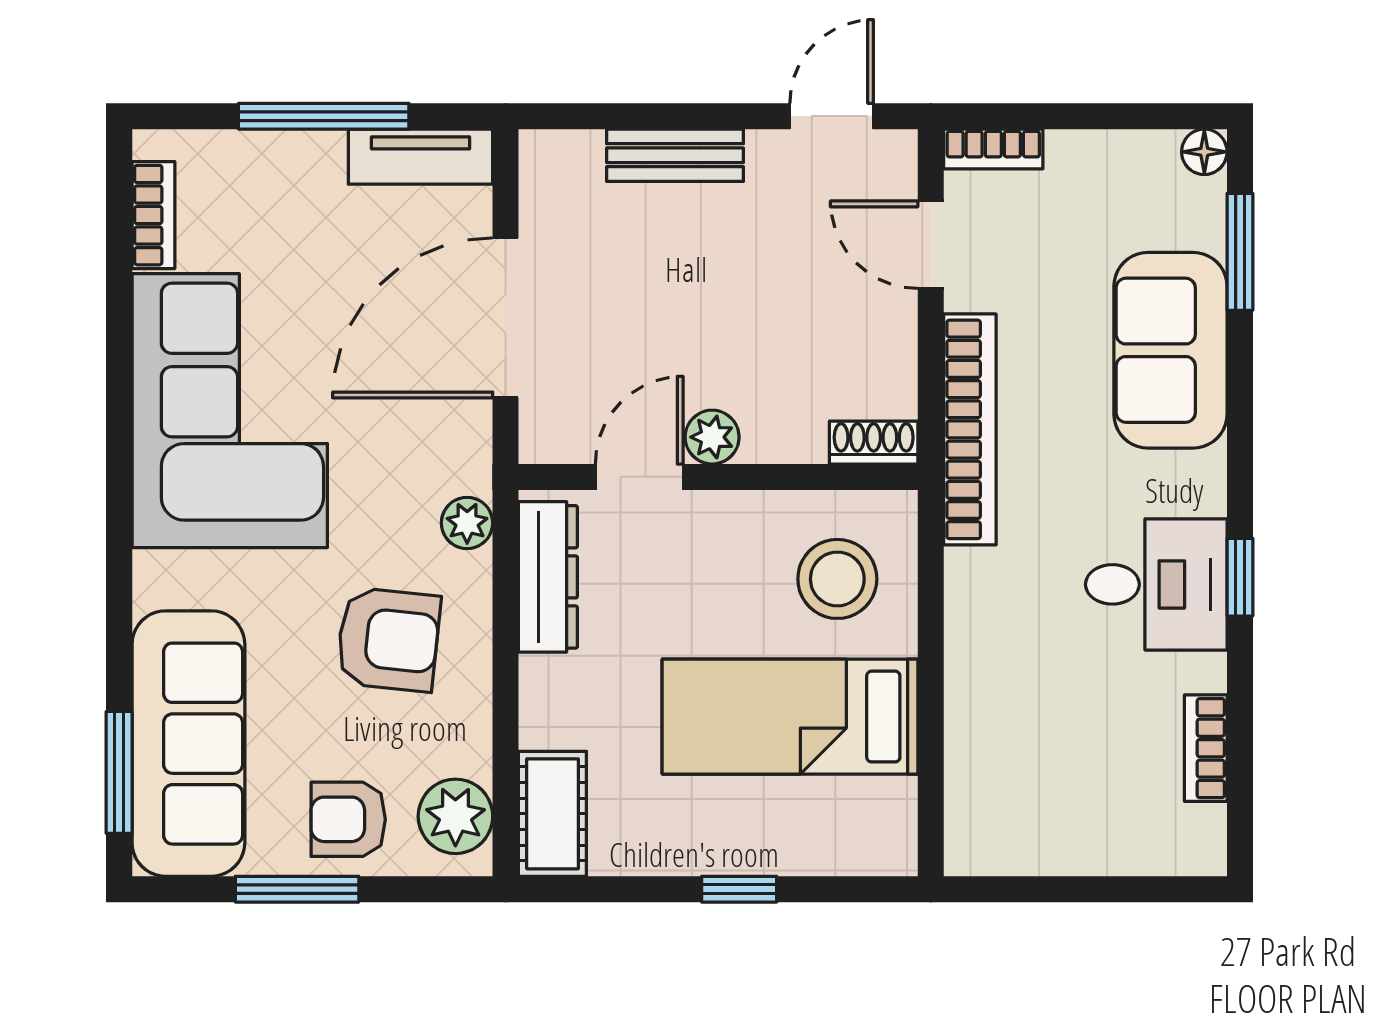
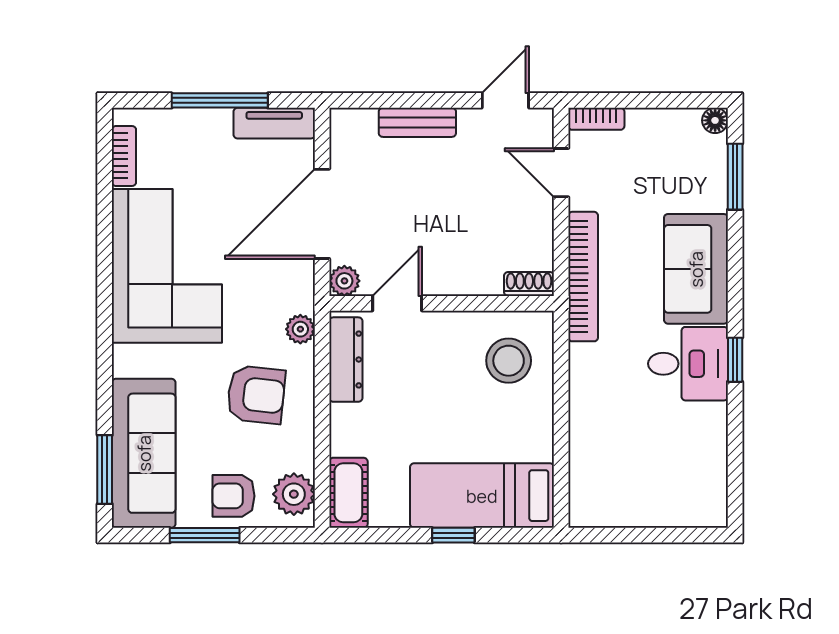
sofa: (1170, 350) -> (696, 269), moved
plant: (712, 437) -> (344, 281), moved
bed: (790, 717) -> (482, 496), moved
bookcase: (1206, 748) -> (716, 456), removed

